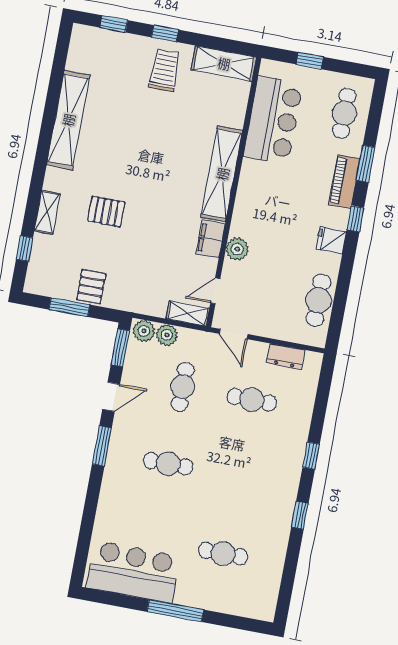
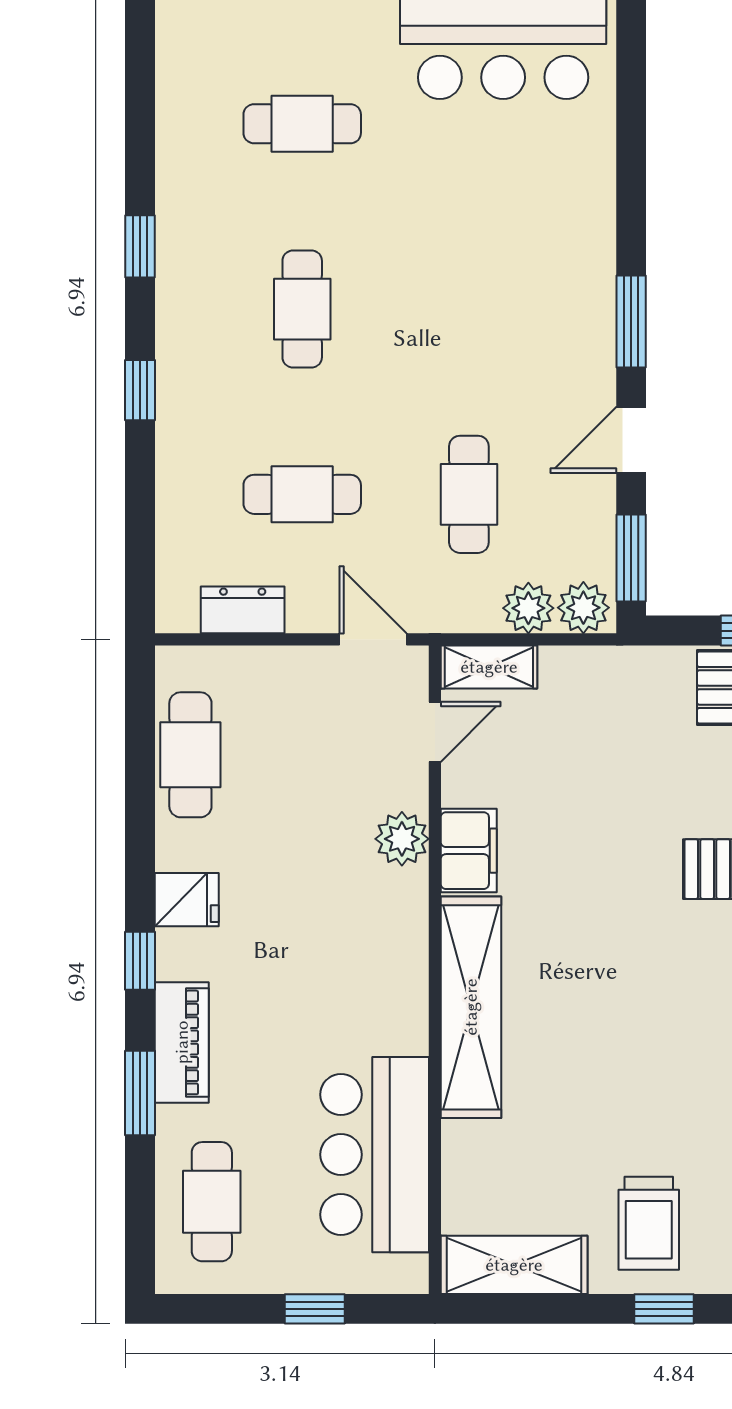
cafe table: (168, 464) -> (302, 309), moved, turned 90

